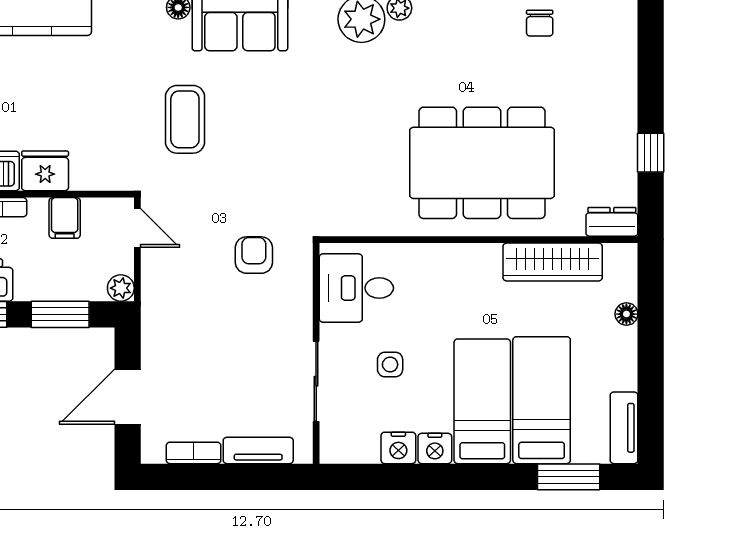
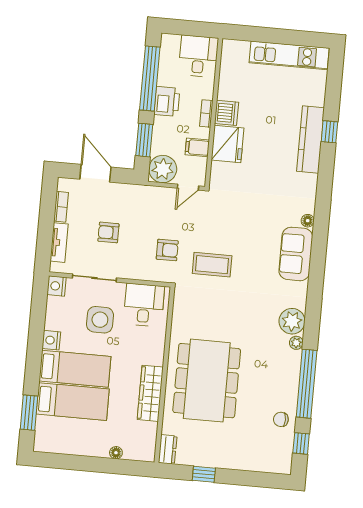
coffee table: (185, 119) -> (212, 265), moved
fridge: (45, 171) -> (228, 144), width x1.36, depth x1.34
wardrobe: (553, 262) -> (150, 393), moved
plant: (121, 288) -> (163, 169), width x1.88, depth x1.88
armchair: (232, 363) -> (108, 232), added
side table: (390, 365) -> (100, 320), width x1.87, depth x1.87
tv unit: (624, 428) -> (53, 446), removed
nightstand: (398, 448) -> (57, 286), moved

